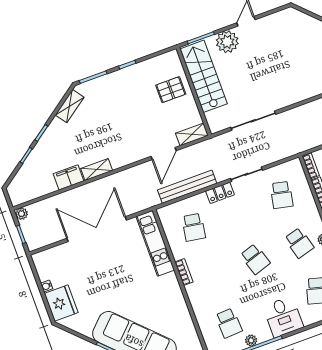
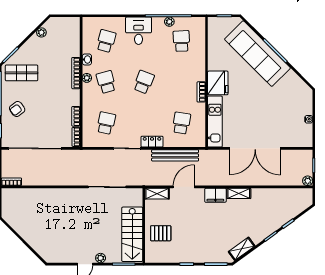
plant: (227, 42) -> (101, 258), width x0.53, depth x0.53
filing cabinet: (69, 177) -> (215, 195), moved
school desk: (255, 259) -> (144, 82), turned 39
fridge: (61, 303) -> (218, 83), moved, turned 180

